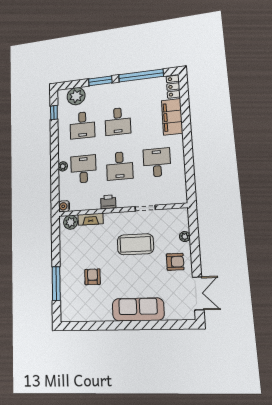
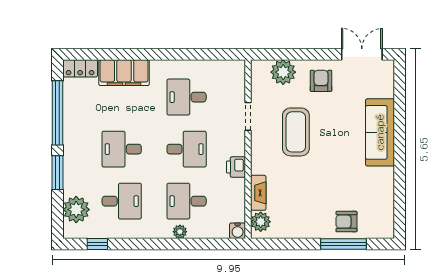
desk: (118, 121) -> (122, 149), turned 180
plant: (185, 237) -> (283, 72), width x1.88, depth x1.88
armchair: (92, 277) -> (346, 222), moved

